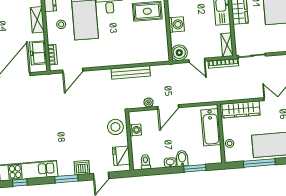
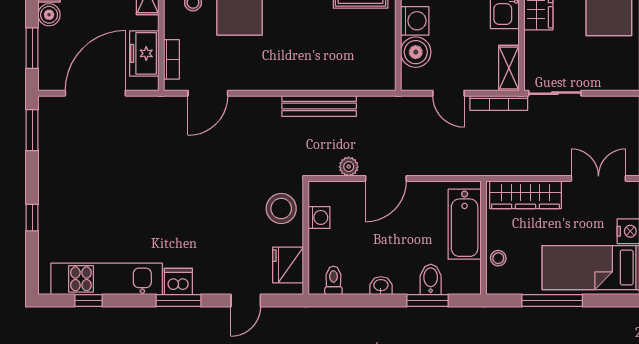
boiler: (179, 53) -> (416, 52), moved
bidet: (182, 158) -> (431, 279), moved
dishwasher: (82, 168) -> (178, 281), moved

